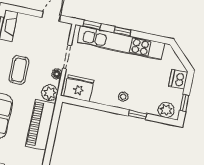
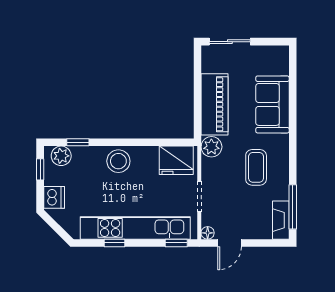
window: (122, 31) -> (115, 243), moved
floor lamp: (57, 74) -> (208, 233), moved
stool: (123, 97) -> (118, 161), width x1.89, depth x1.89
window: (137, 115) -> (78, 142), moved

